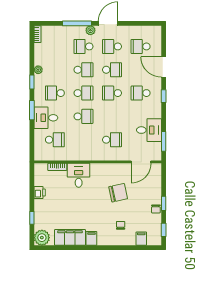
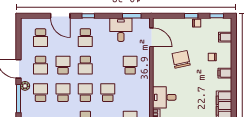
school desk: (83, 46) -> (41, 93), turned 180
door: (164, 67) -> (60, 16), hinge flipped
filing cabinet: (91, 238) -> (225, 73), moved

